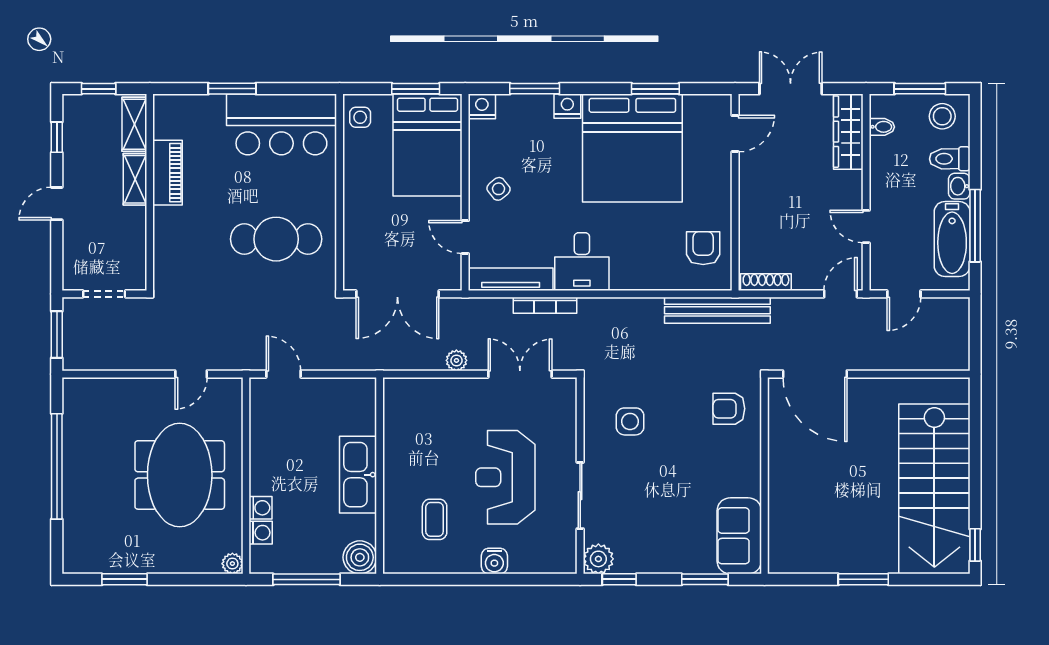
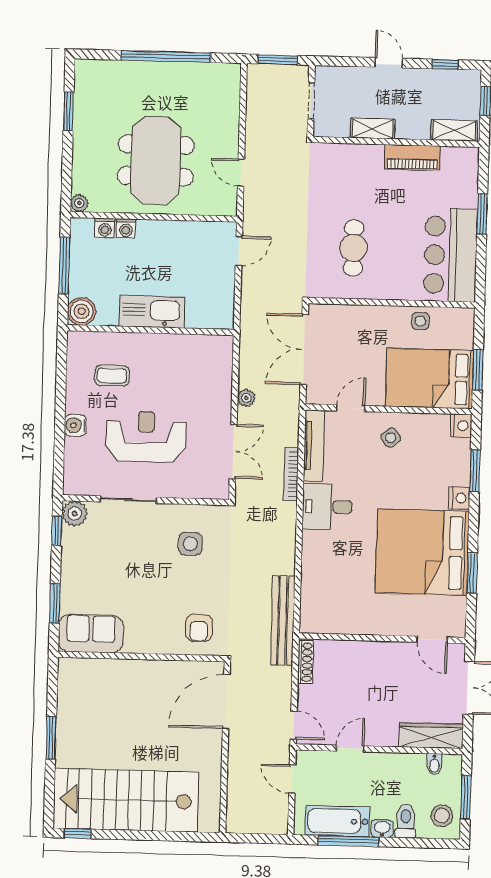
side table: (360, 117) -> (420, 321), moved
shelving: (135, 179) -> (373, 129), moved
cafe table: (276, 239) -> (354, 248), width x0.73, depth x0.74
armchair: (703, 248) -> (336, 610), removed
armchair: (729, 409) -> (199, 628), turned 180
meeting table: (180, 475) -> (156, 161), turned 90

